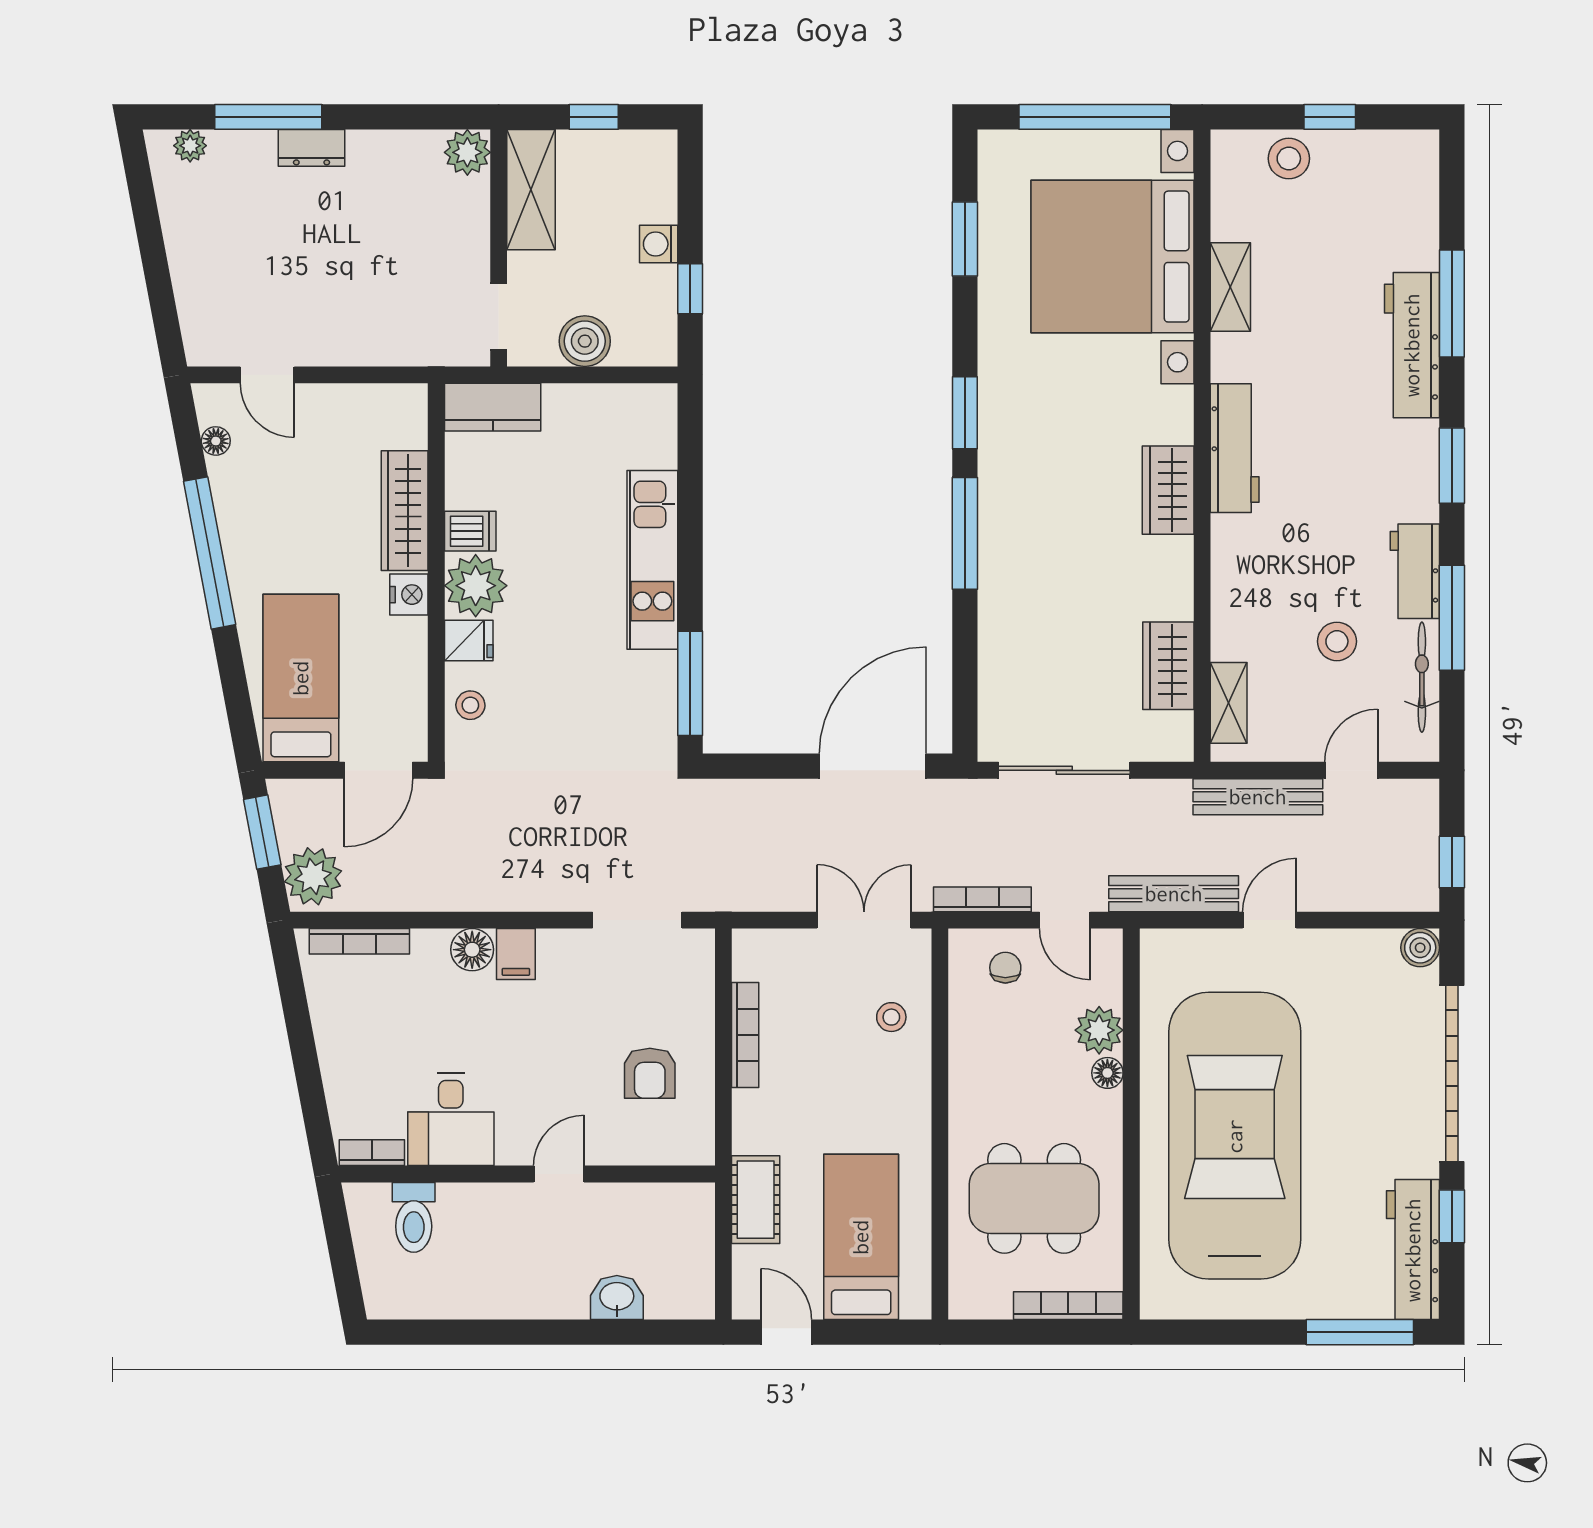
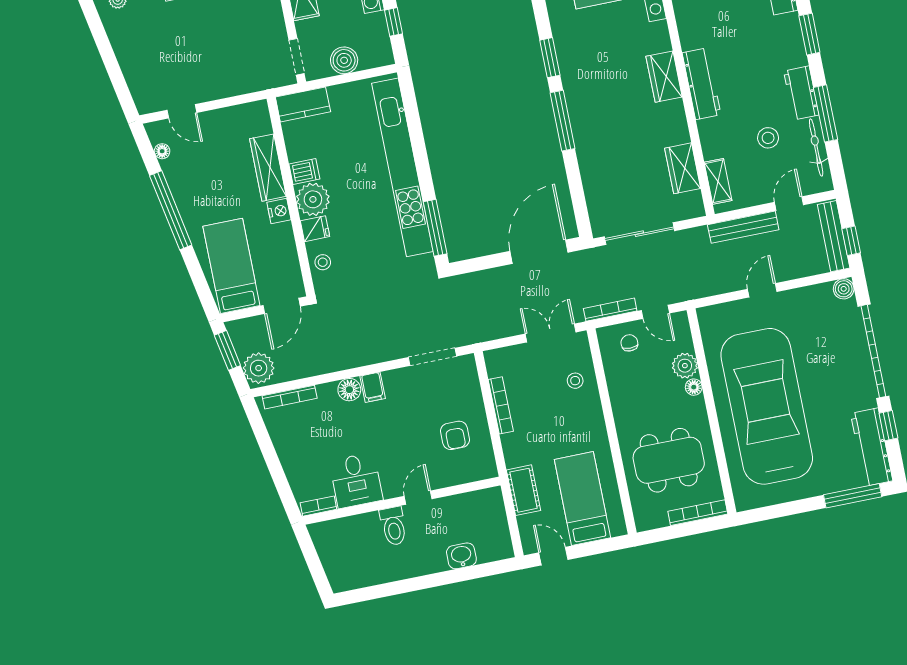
workbench: (1235, 448) -> (702, 84), moved
kitchen unit: (652, 560) -> (402, 167), width x1.86
bench: (1174, 894) -> (834, 236), moved, turned 90
toilet: (414, 1217) -> (393, 526), moved

